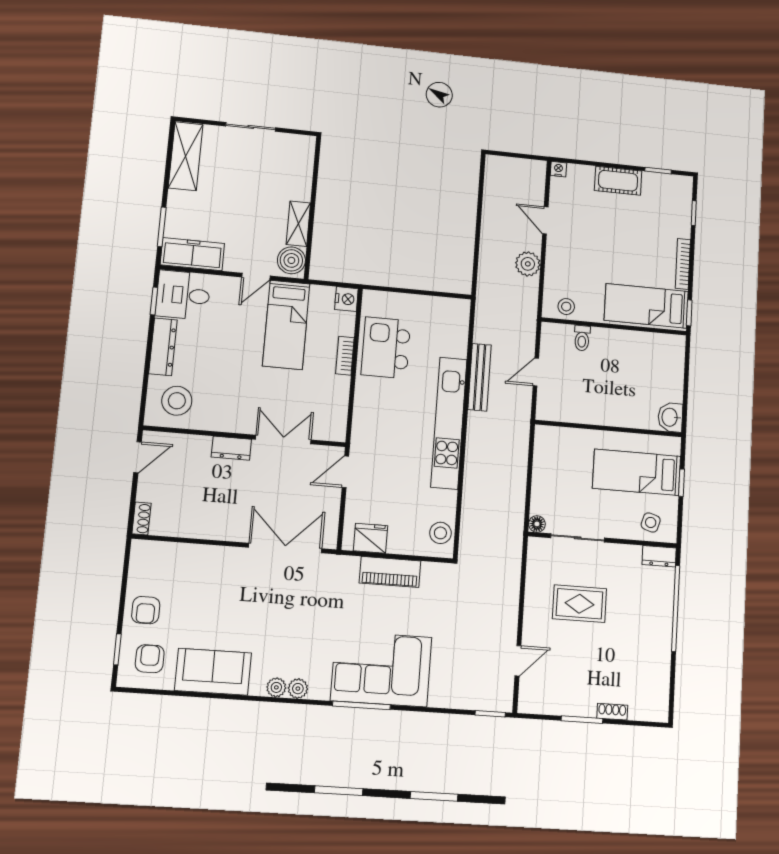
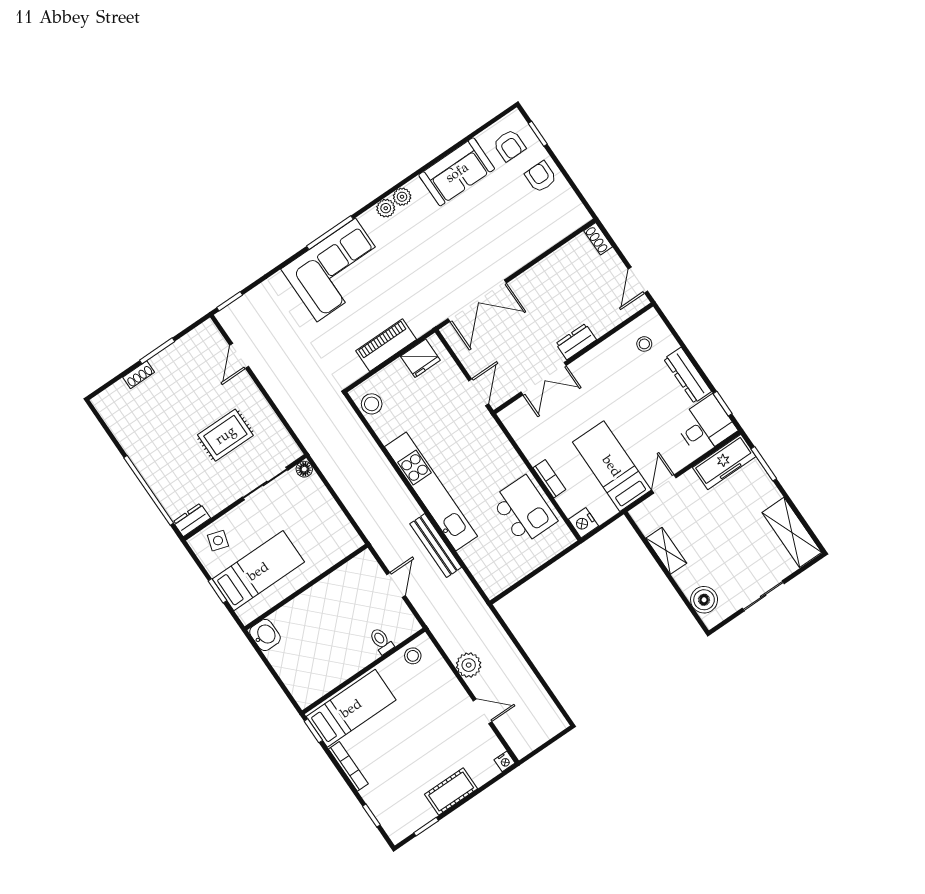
boiler: (291, 260) -> (704, 600), moved
stool: (177, 401) -> (644, 344), width x0.53, depth x0.53

